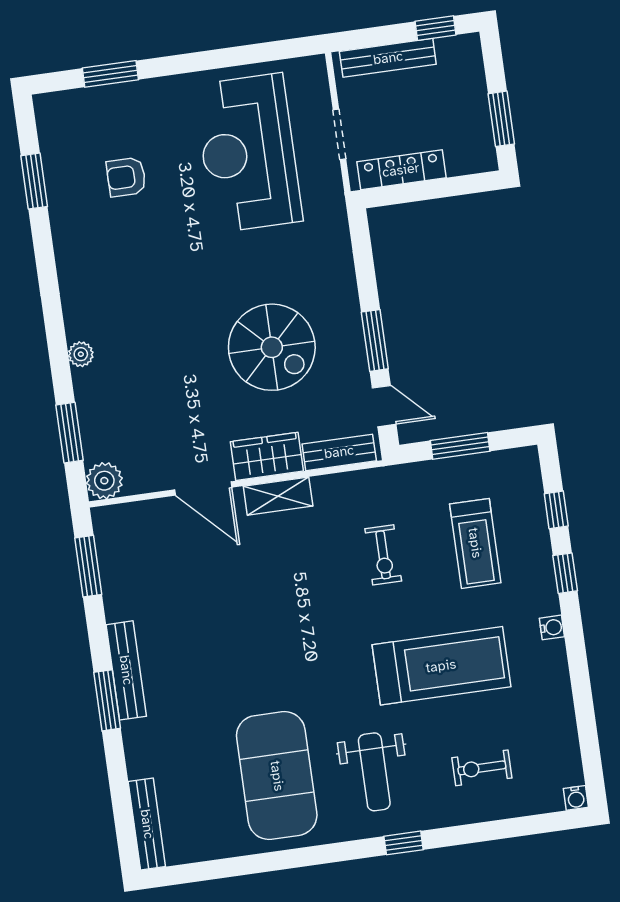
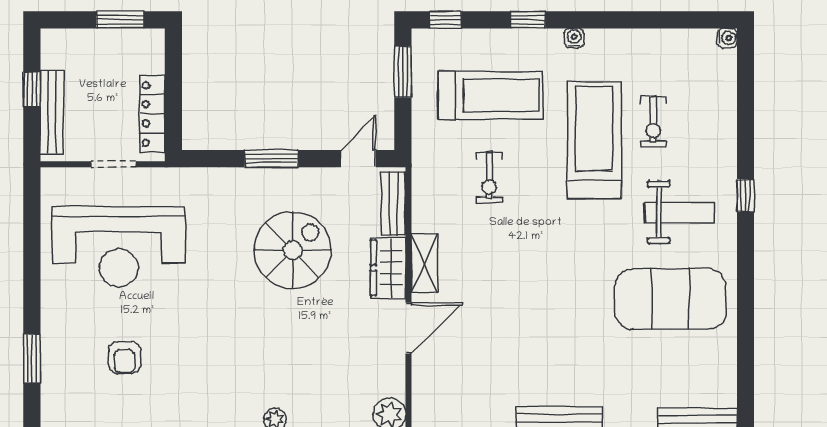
window: (436, 28) -> (32, 89), moved
window: (375, 340) -> (272, 159), moved
window: (460, 446) -> (403, 72), moved
window: (556, 510) -> (445, 20), moved
treadmill: (475, 543) -> (491, 95), width x1.37, depth x1.38
exercise bike: (383, 555) -> (489, 178), turned 90
exercise bike: (482, 768) -> (653, 122), moved

